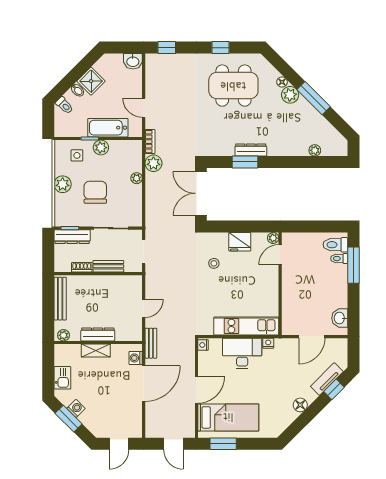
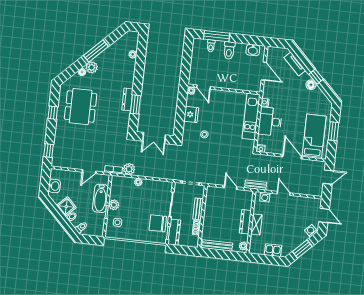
washbasin: (133, 61) -> (54, 186), moved
plant: (63, 184) -> (137, 235), removed
chair: (95, 192) -> (158, 223), moved
double door: (201, 193) -> (154, 138), width x0.73
toilet: (335, 245) -> (229, 50), moved
door: (144, 384) -> (284, 193), width x0.53
window: (334, 389) -> (316, 77), moved
washing machine: (76, 408) -> (311, 231), moved
window: (223, 444) -> (333, 131), moved

